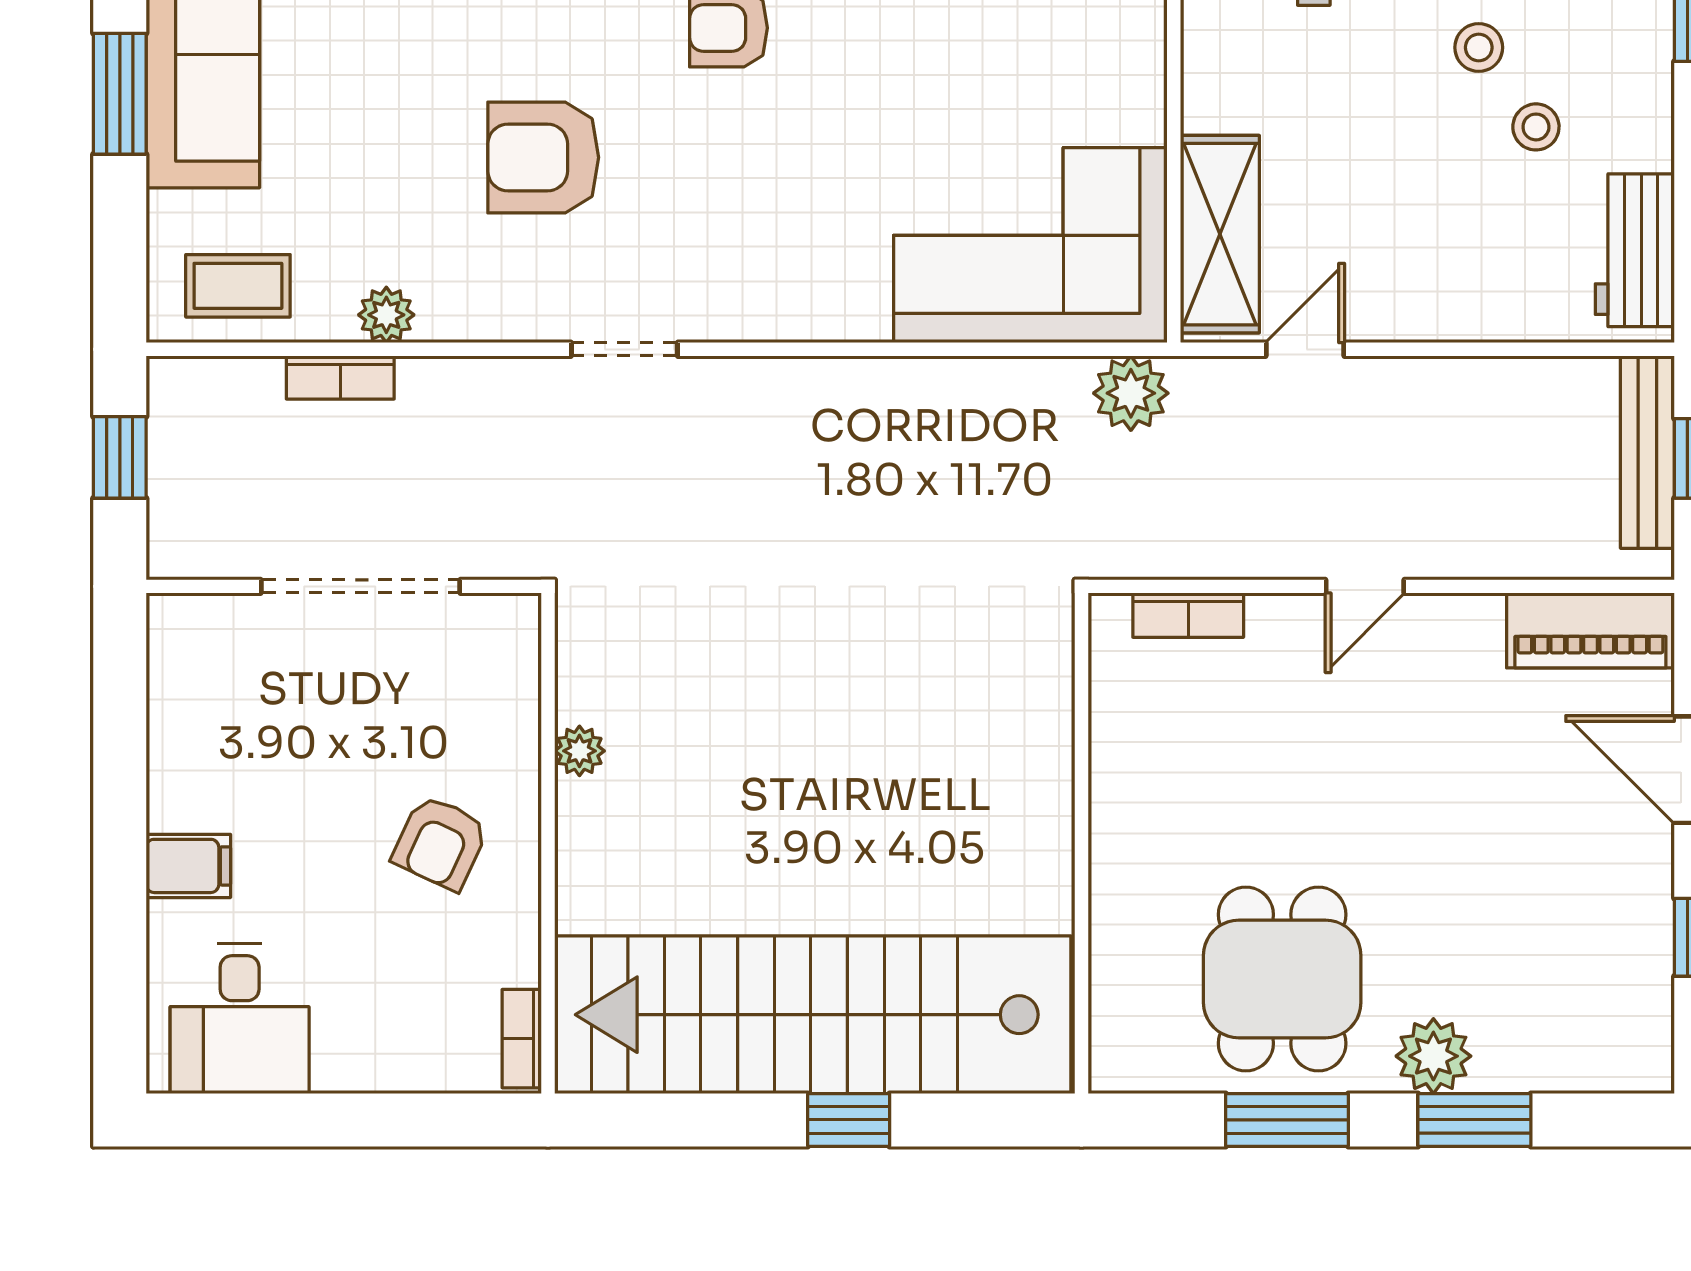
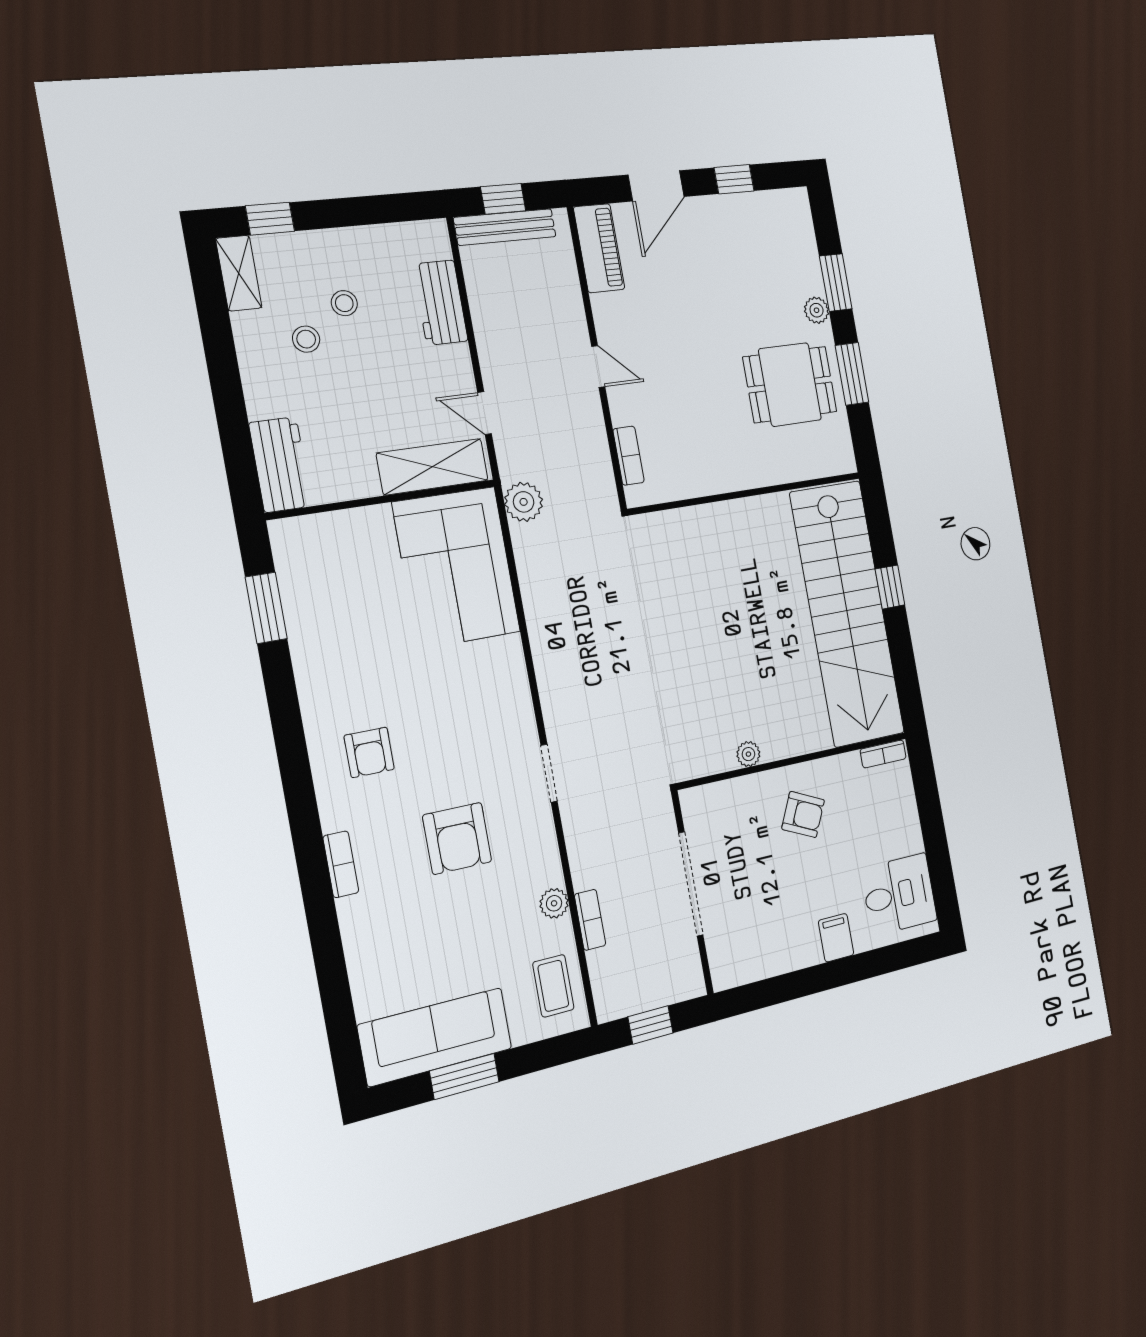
workbench: (1635, 250) -> (440, 303), moved, turned 90
plant: (1433, 1056) -> (817, 310), width x0.73, depth x0.73

